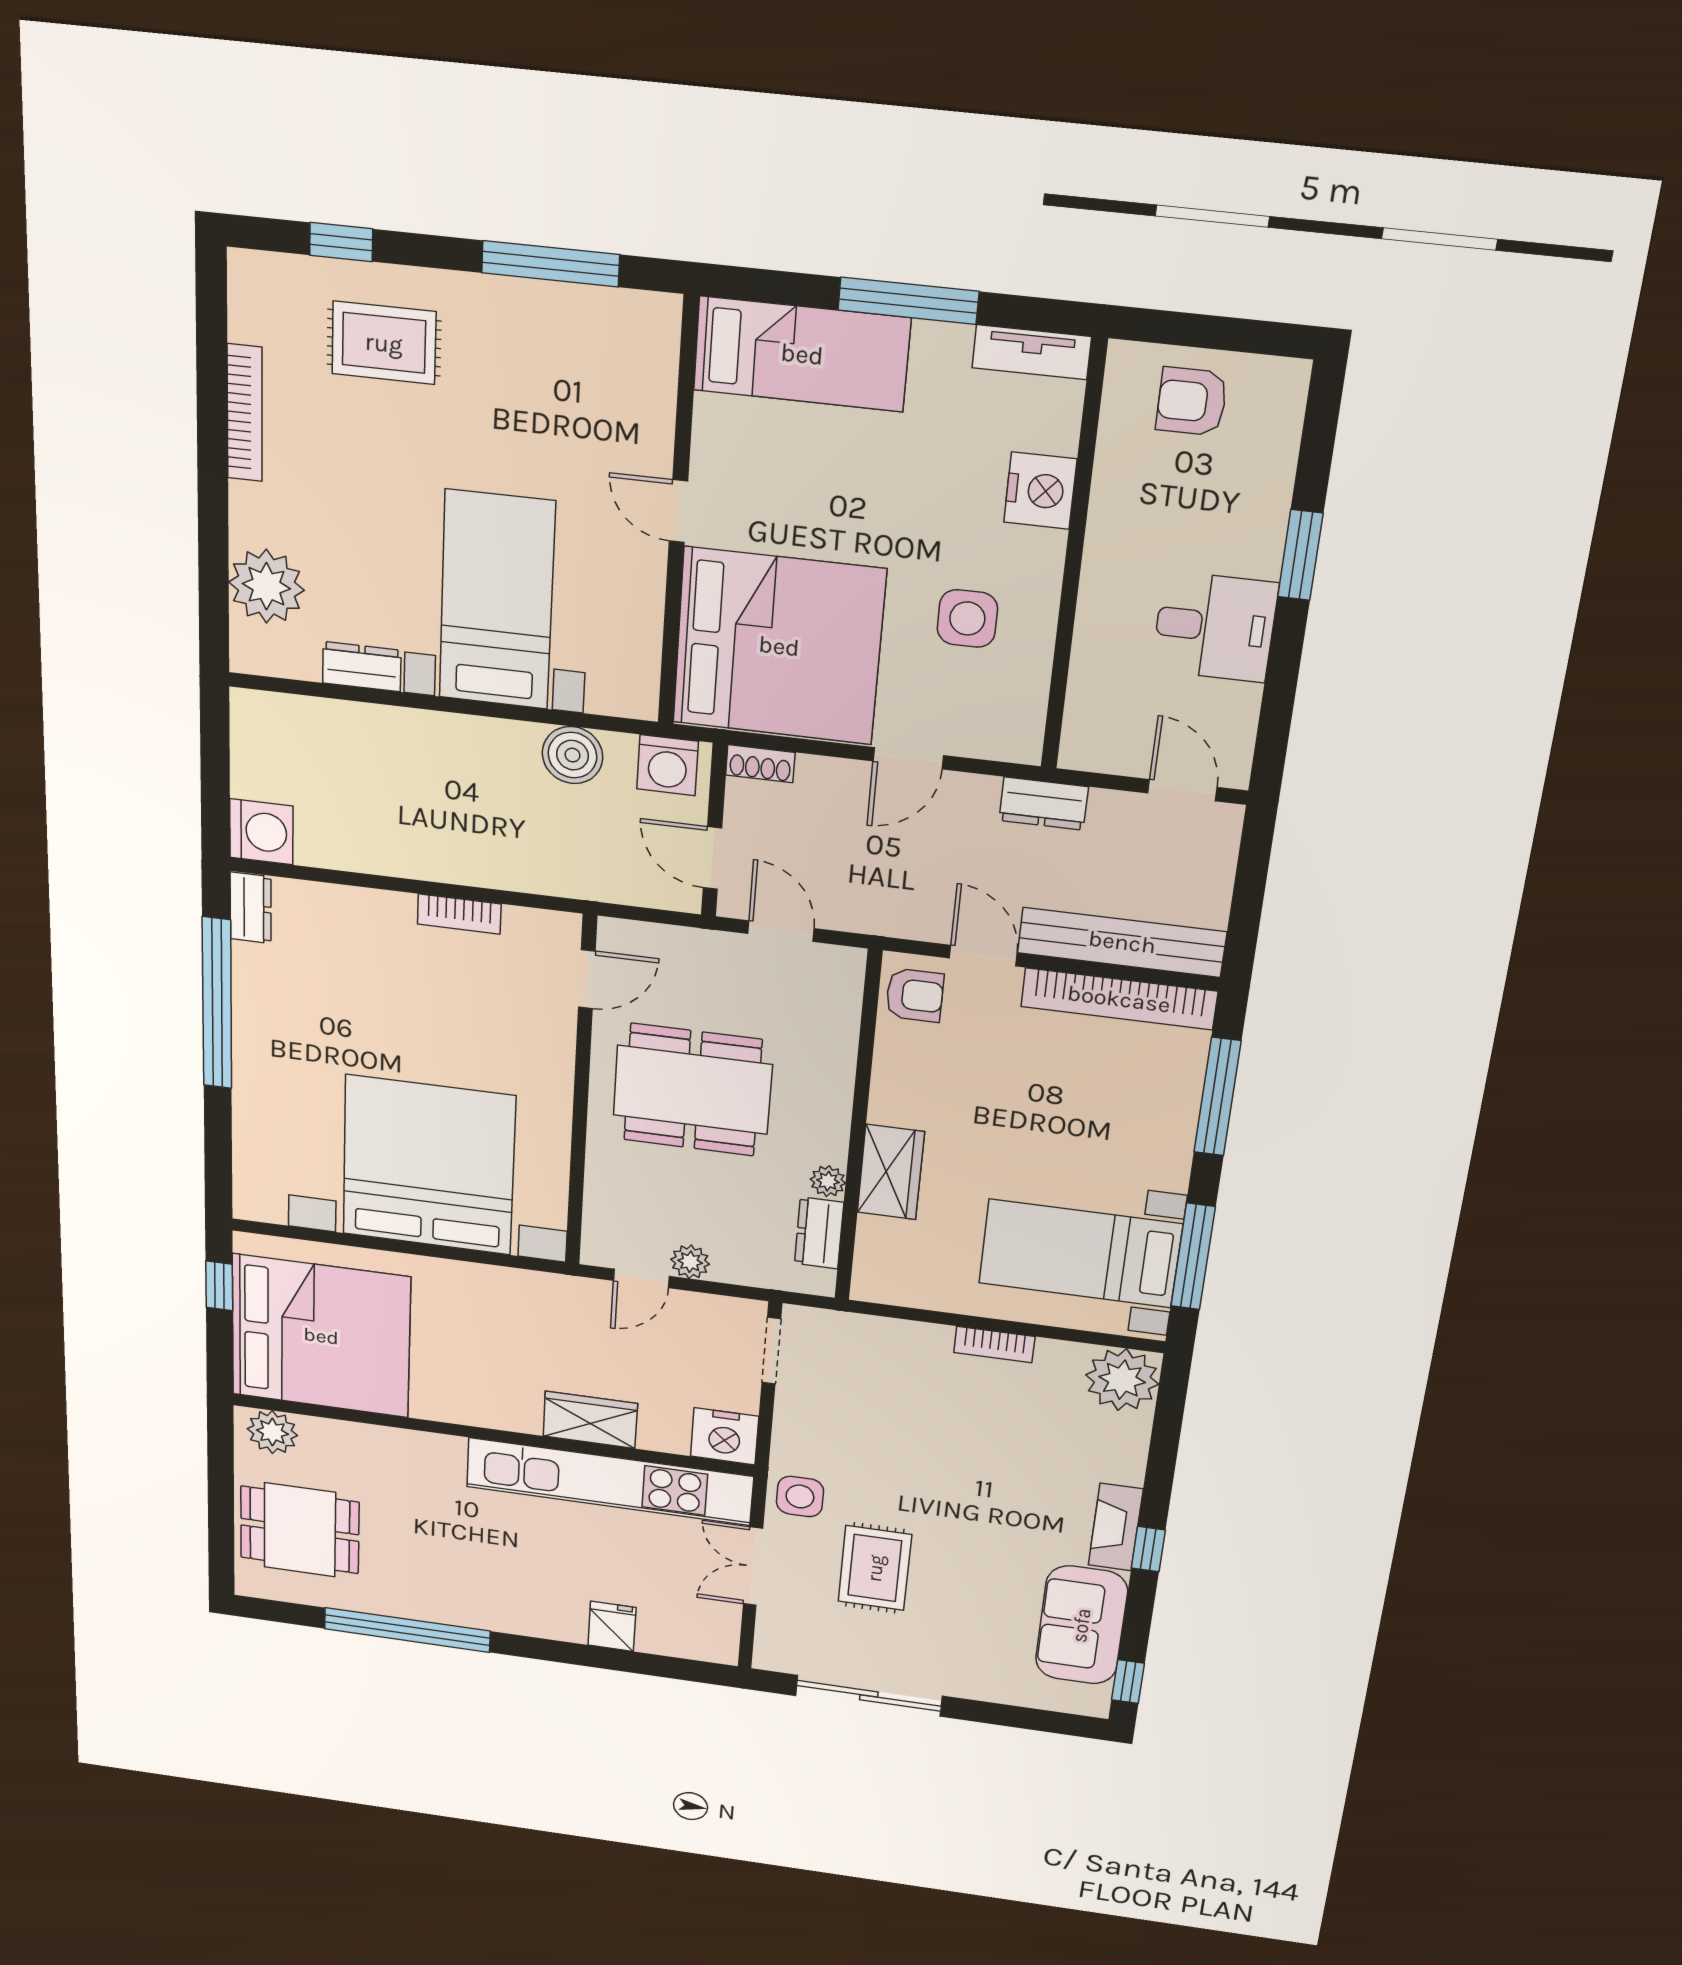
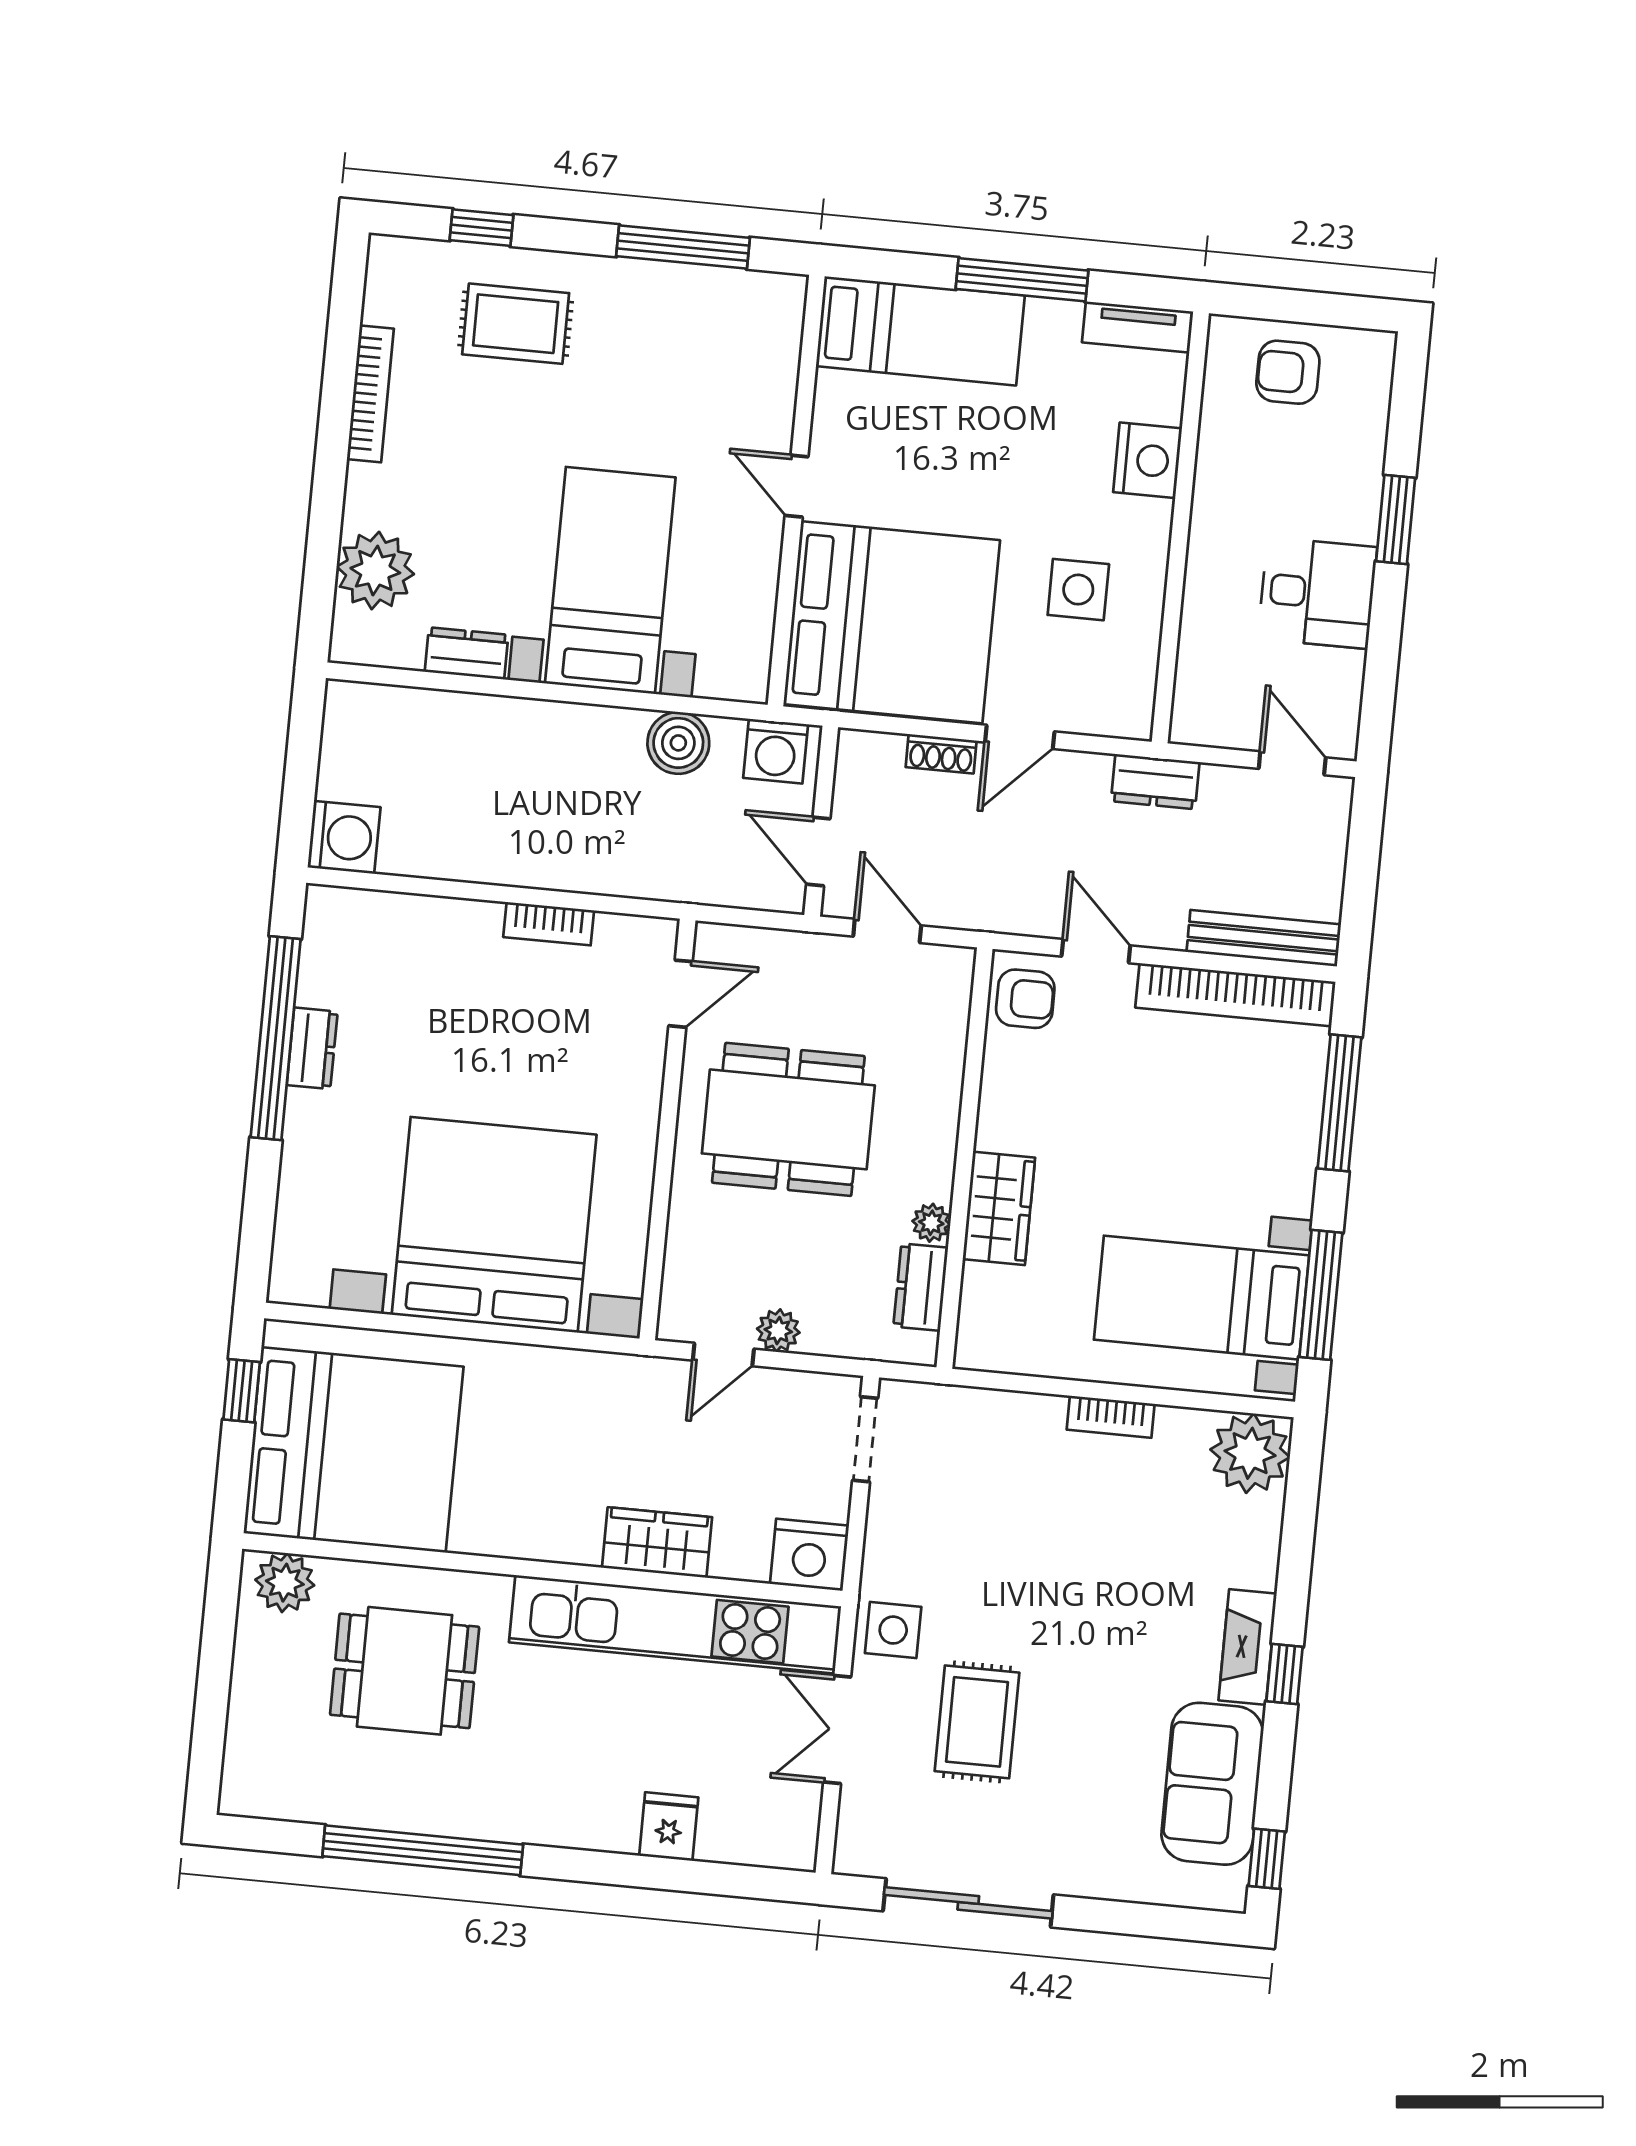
shoe rack: (760, 764) -> (941, 754), moved
dresser: (251, 908) -> (312, 1048), moved
bench: (1122, 942) -> (1264, 938), width x0.73, depth x0.82
dining table: (300, 1530) -> (405, 1671), moved

